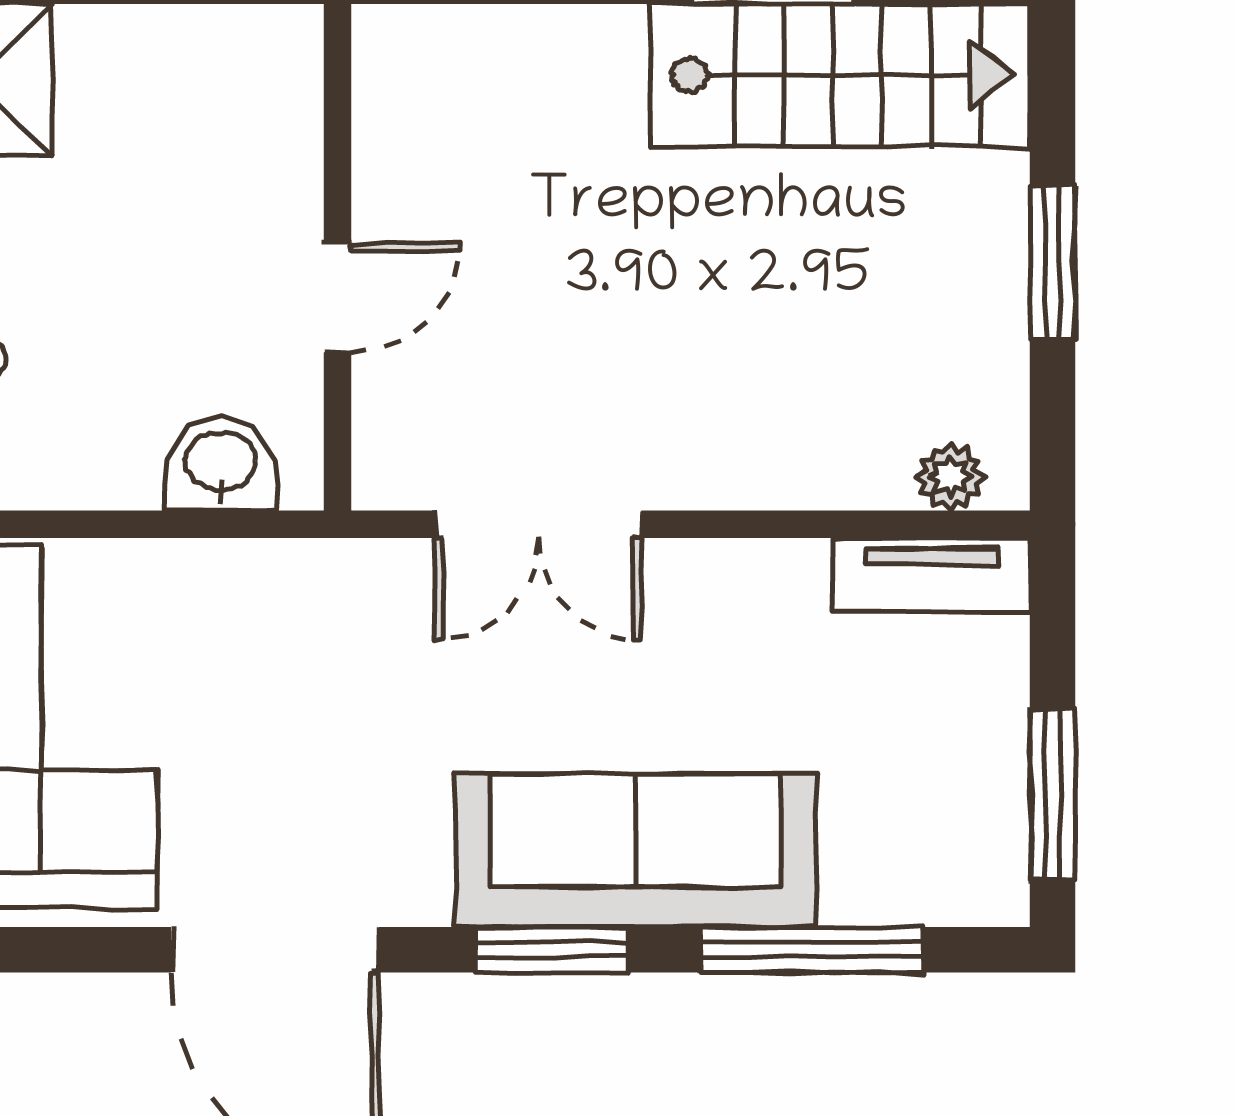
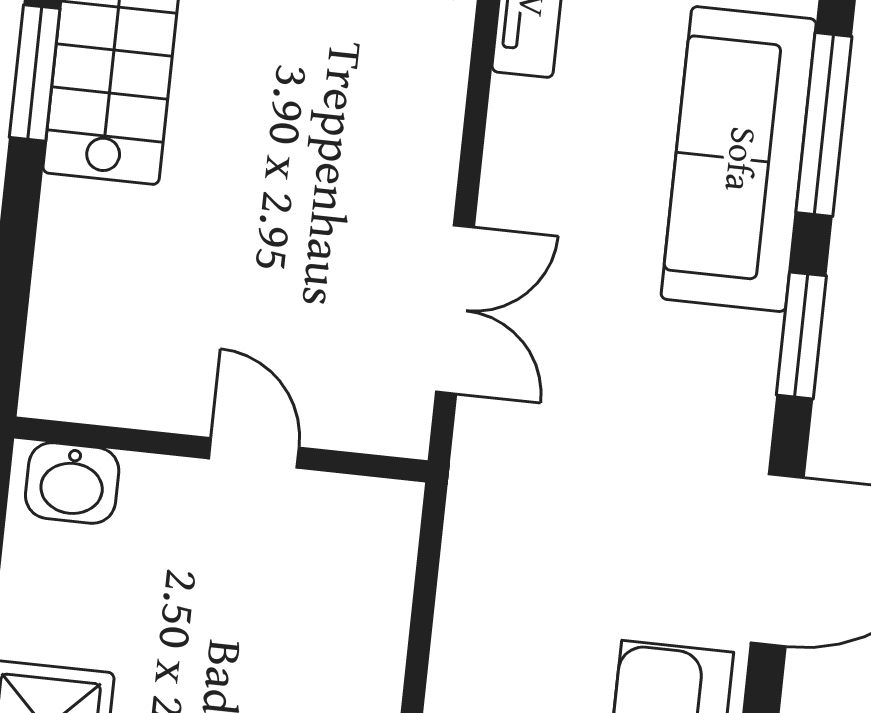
washbasin: (221, 464) -> (72, 483), moved, turned -90
sofa: (636, 850) -> (739, 159), moved

